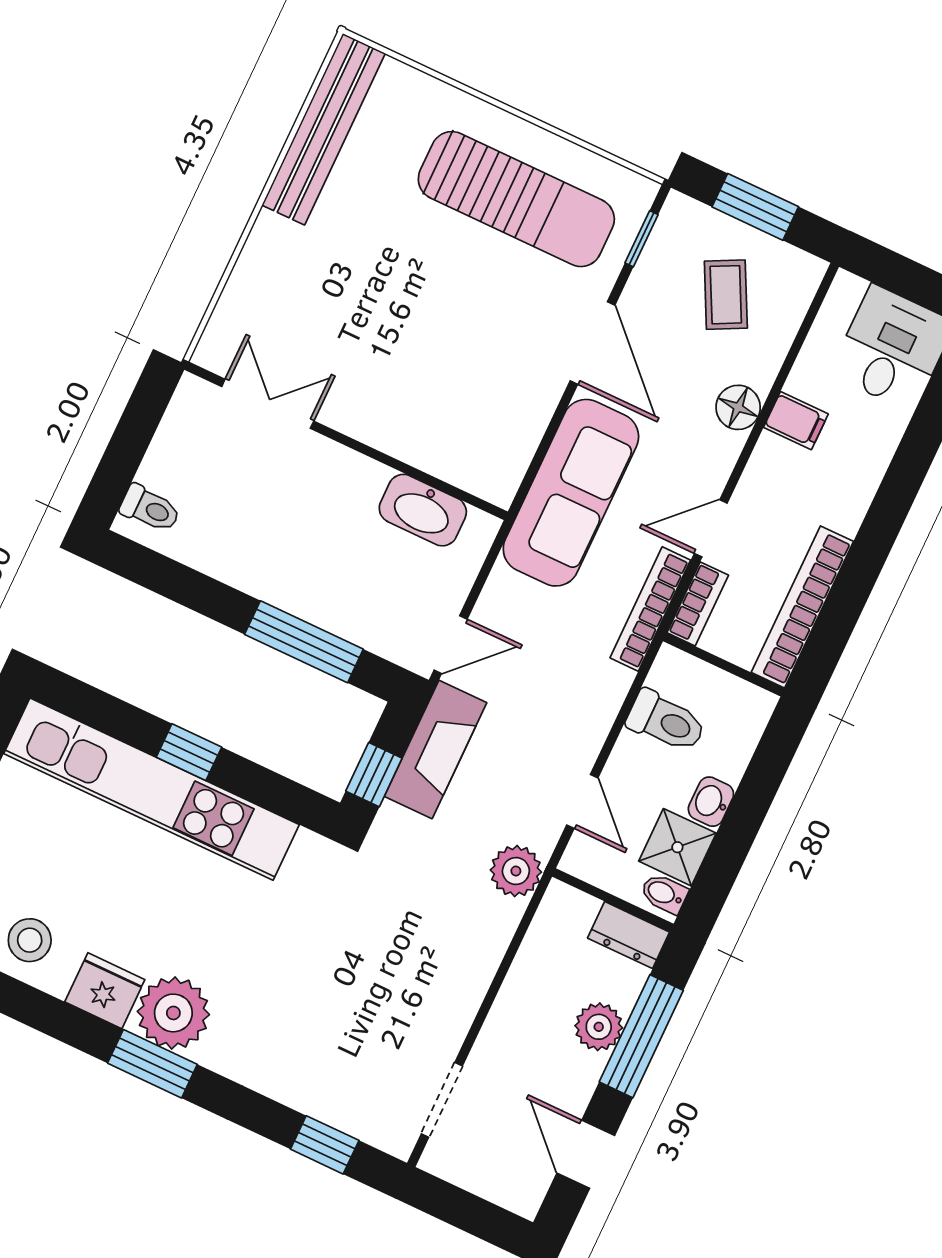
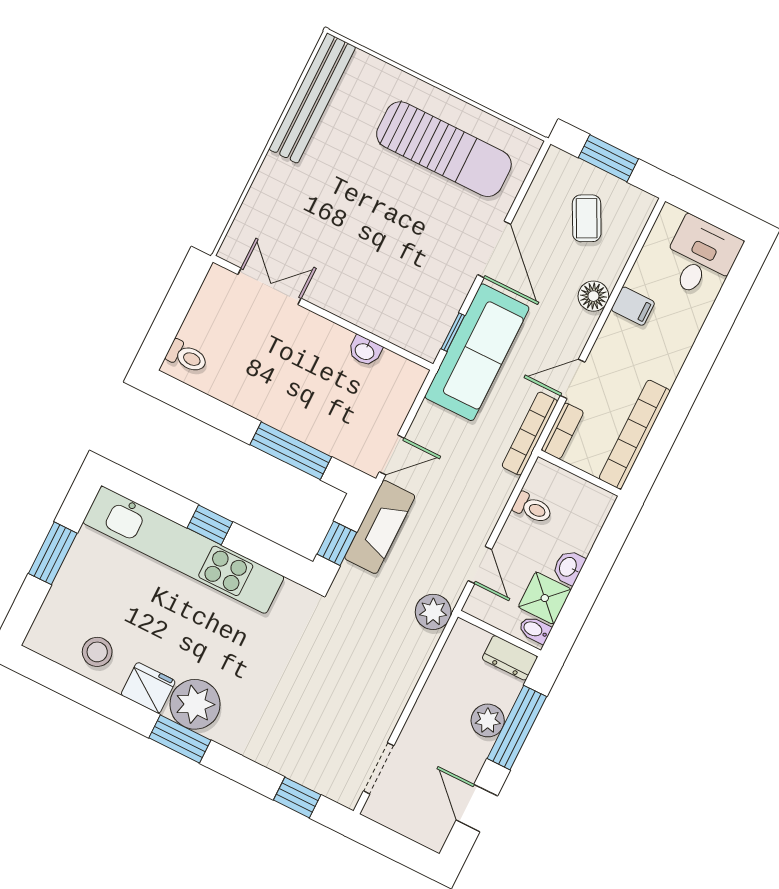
window: (641, 239) -> (453, 332), moved
washbasin: (423, 510) -> (365, 351), width x0.52, depth x0.69
toilet: (666, 721) -> (533, 508), width x0.73, depth x0.72

